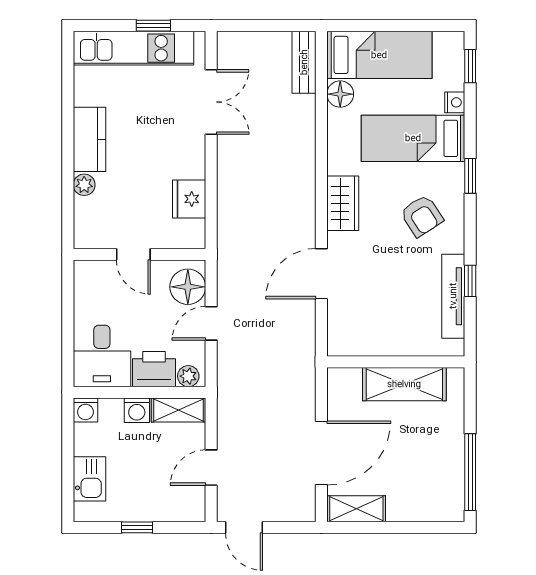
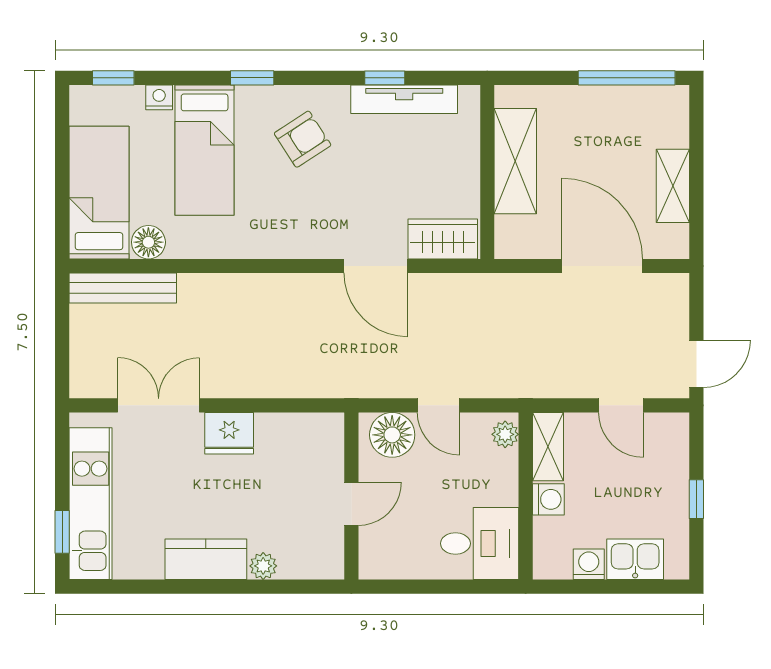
window: (153, 26) -> (62, 532), moved
bench: (304, 62) -> (123, 288), width x1.36
fridge: (189, 199) -> (229, 433), moved
wardrobe: (343, 203) -> (443, 239), moved
printer: (154, 369) -> (496, 478), removed
washing machine: (86, 410) -> (589, 564), moved, turned -90
shelving: (356, 509) -> (673, 186), moved

